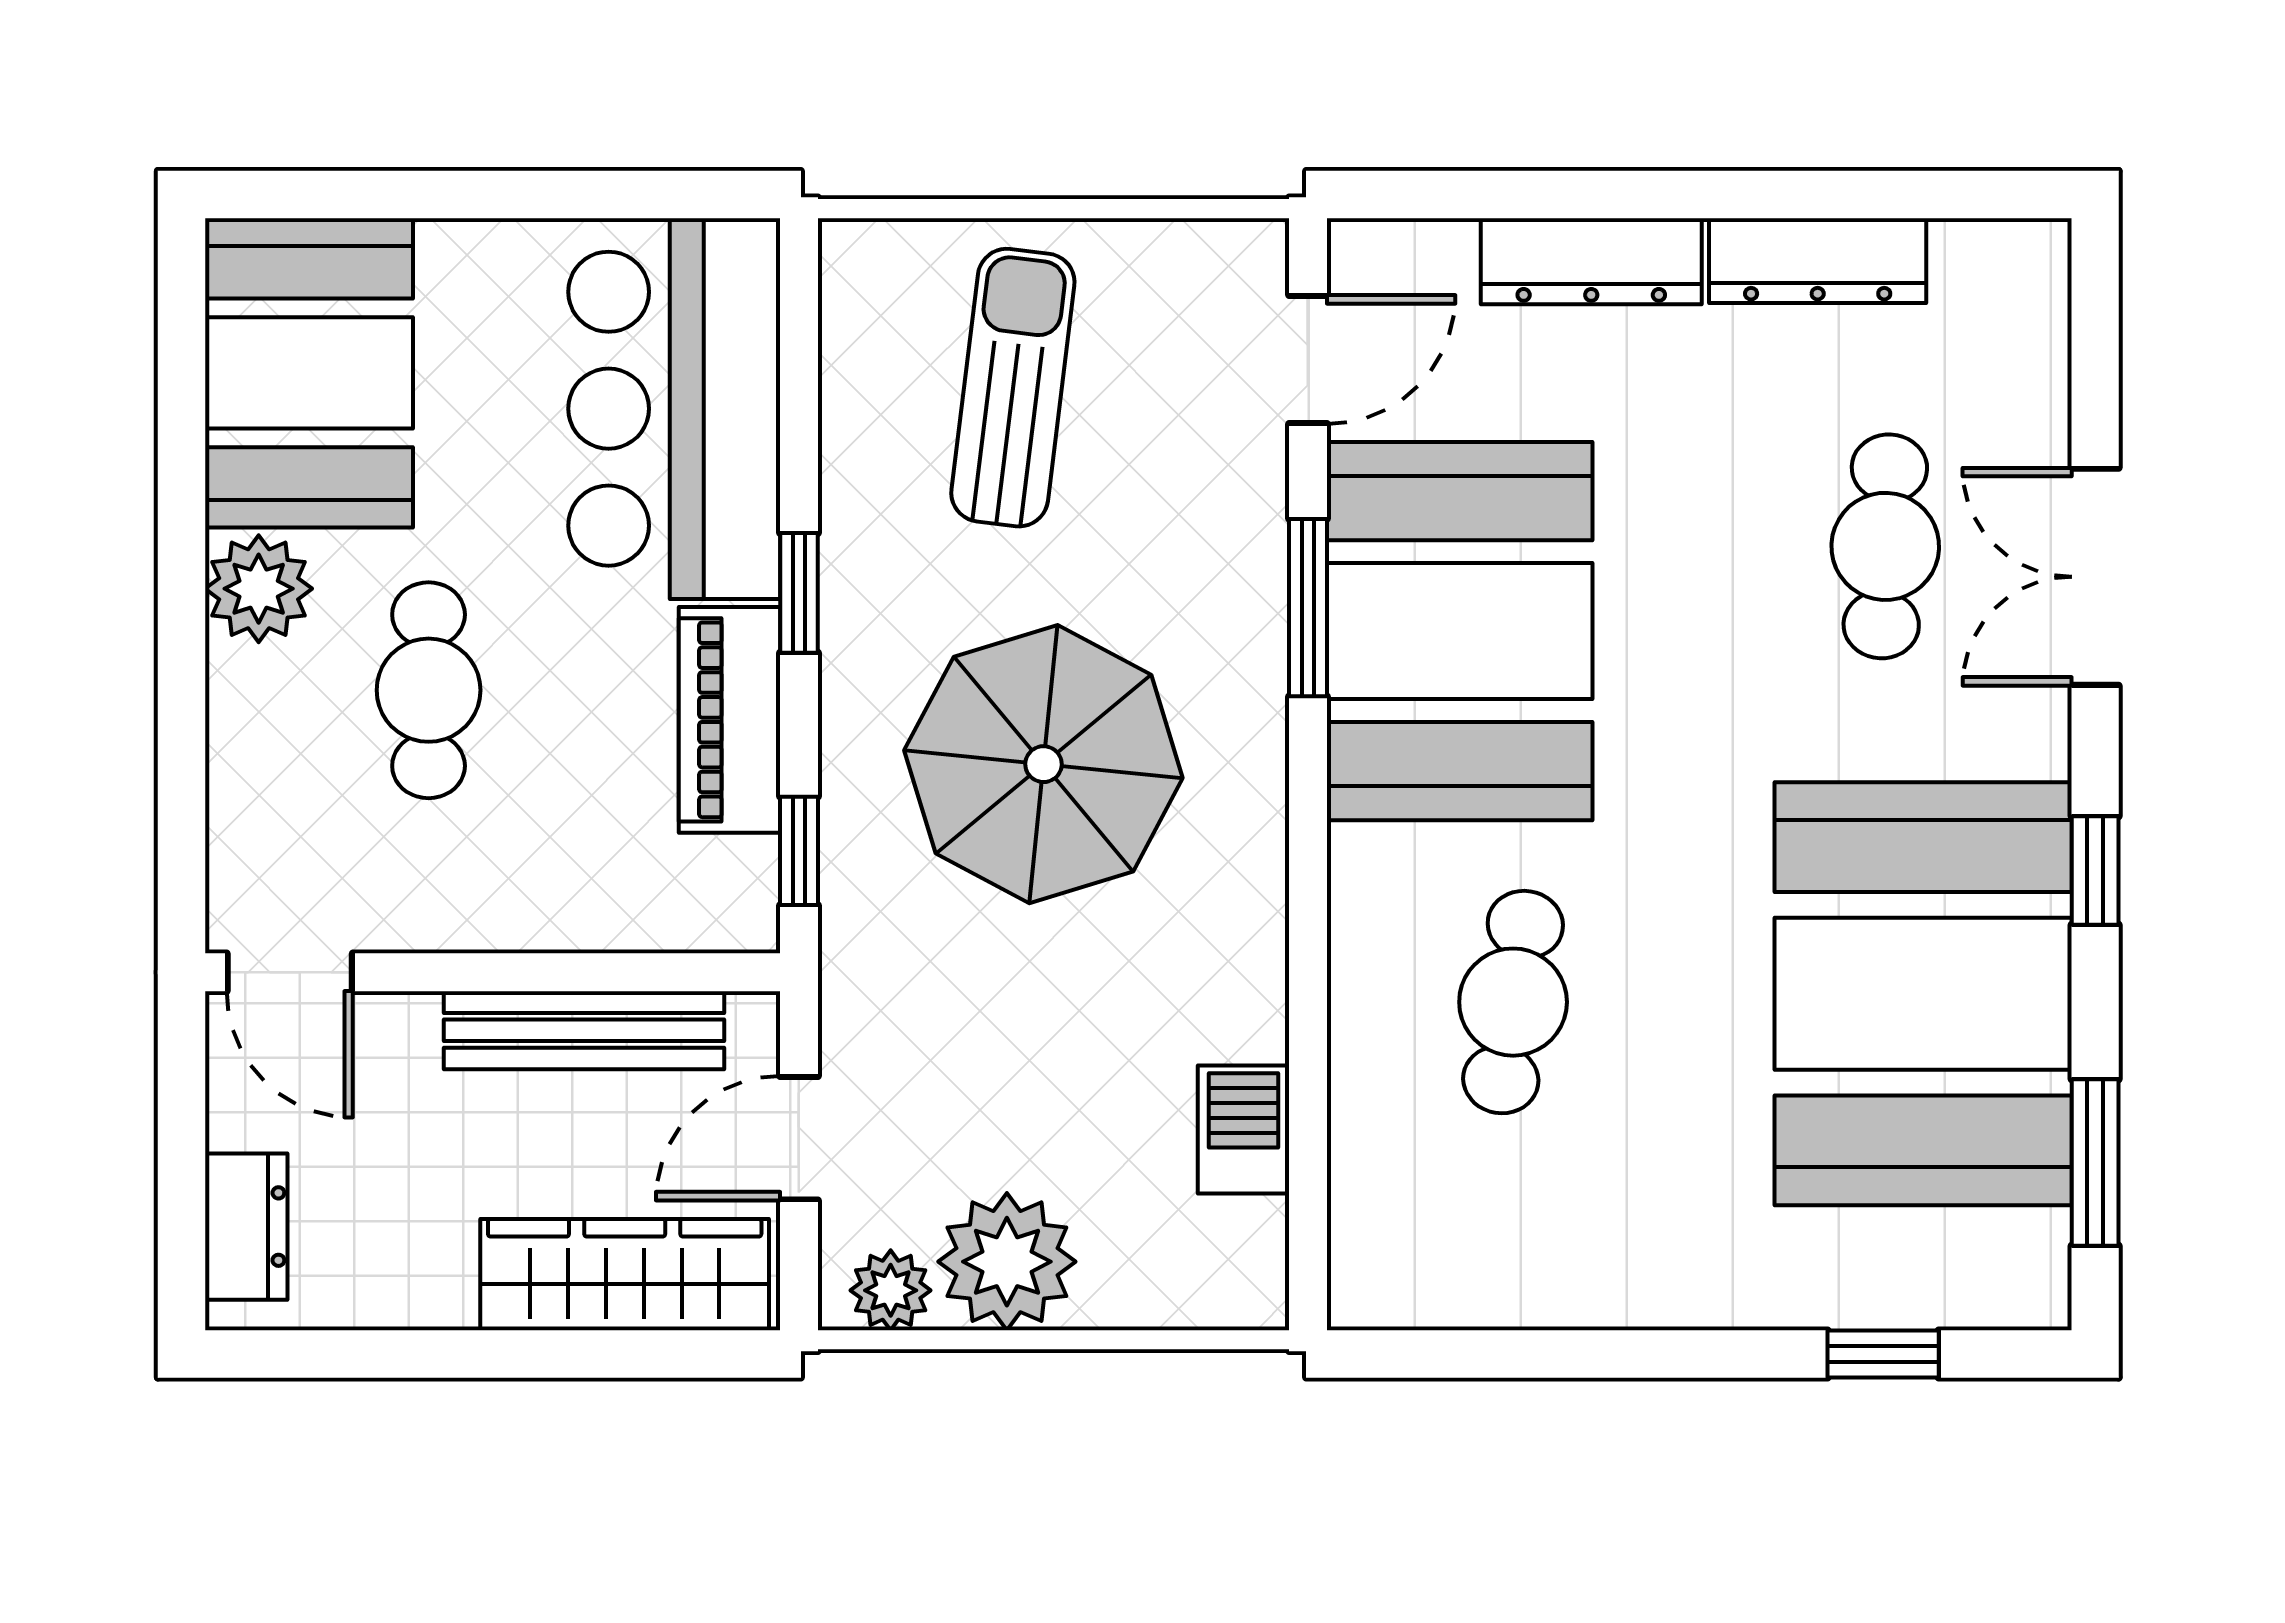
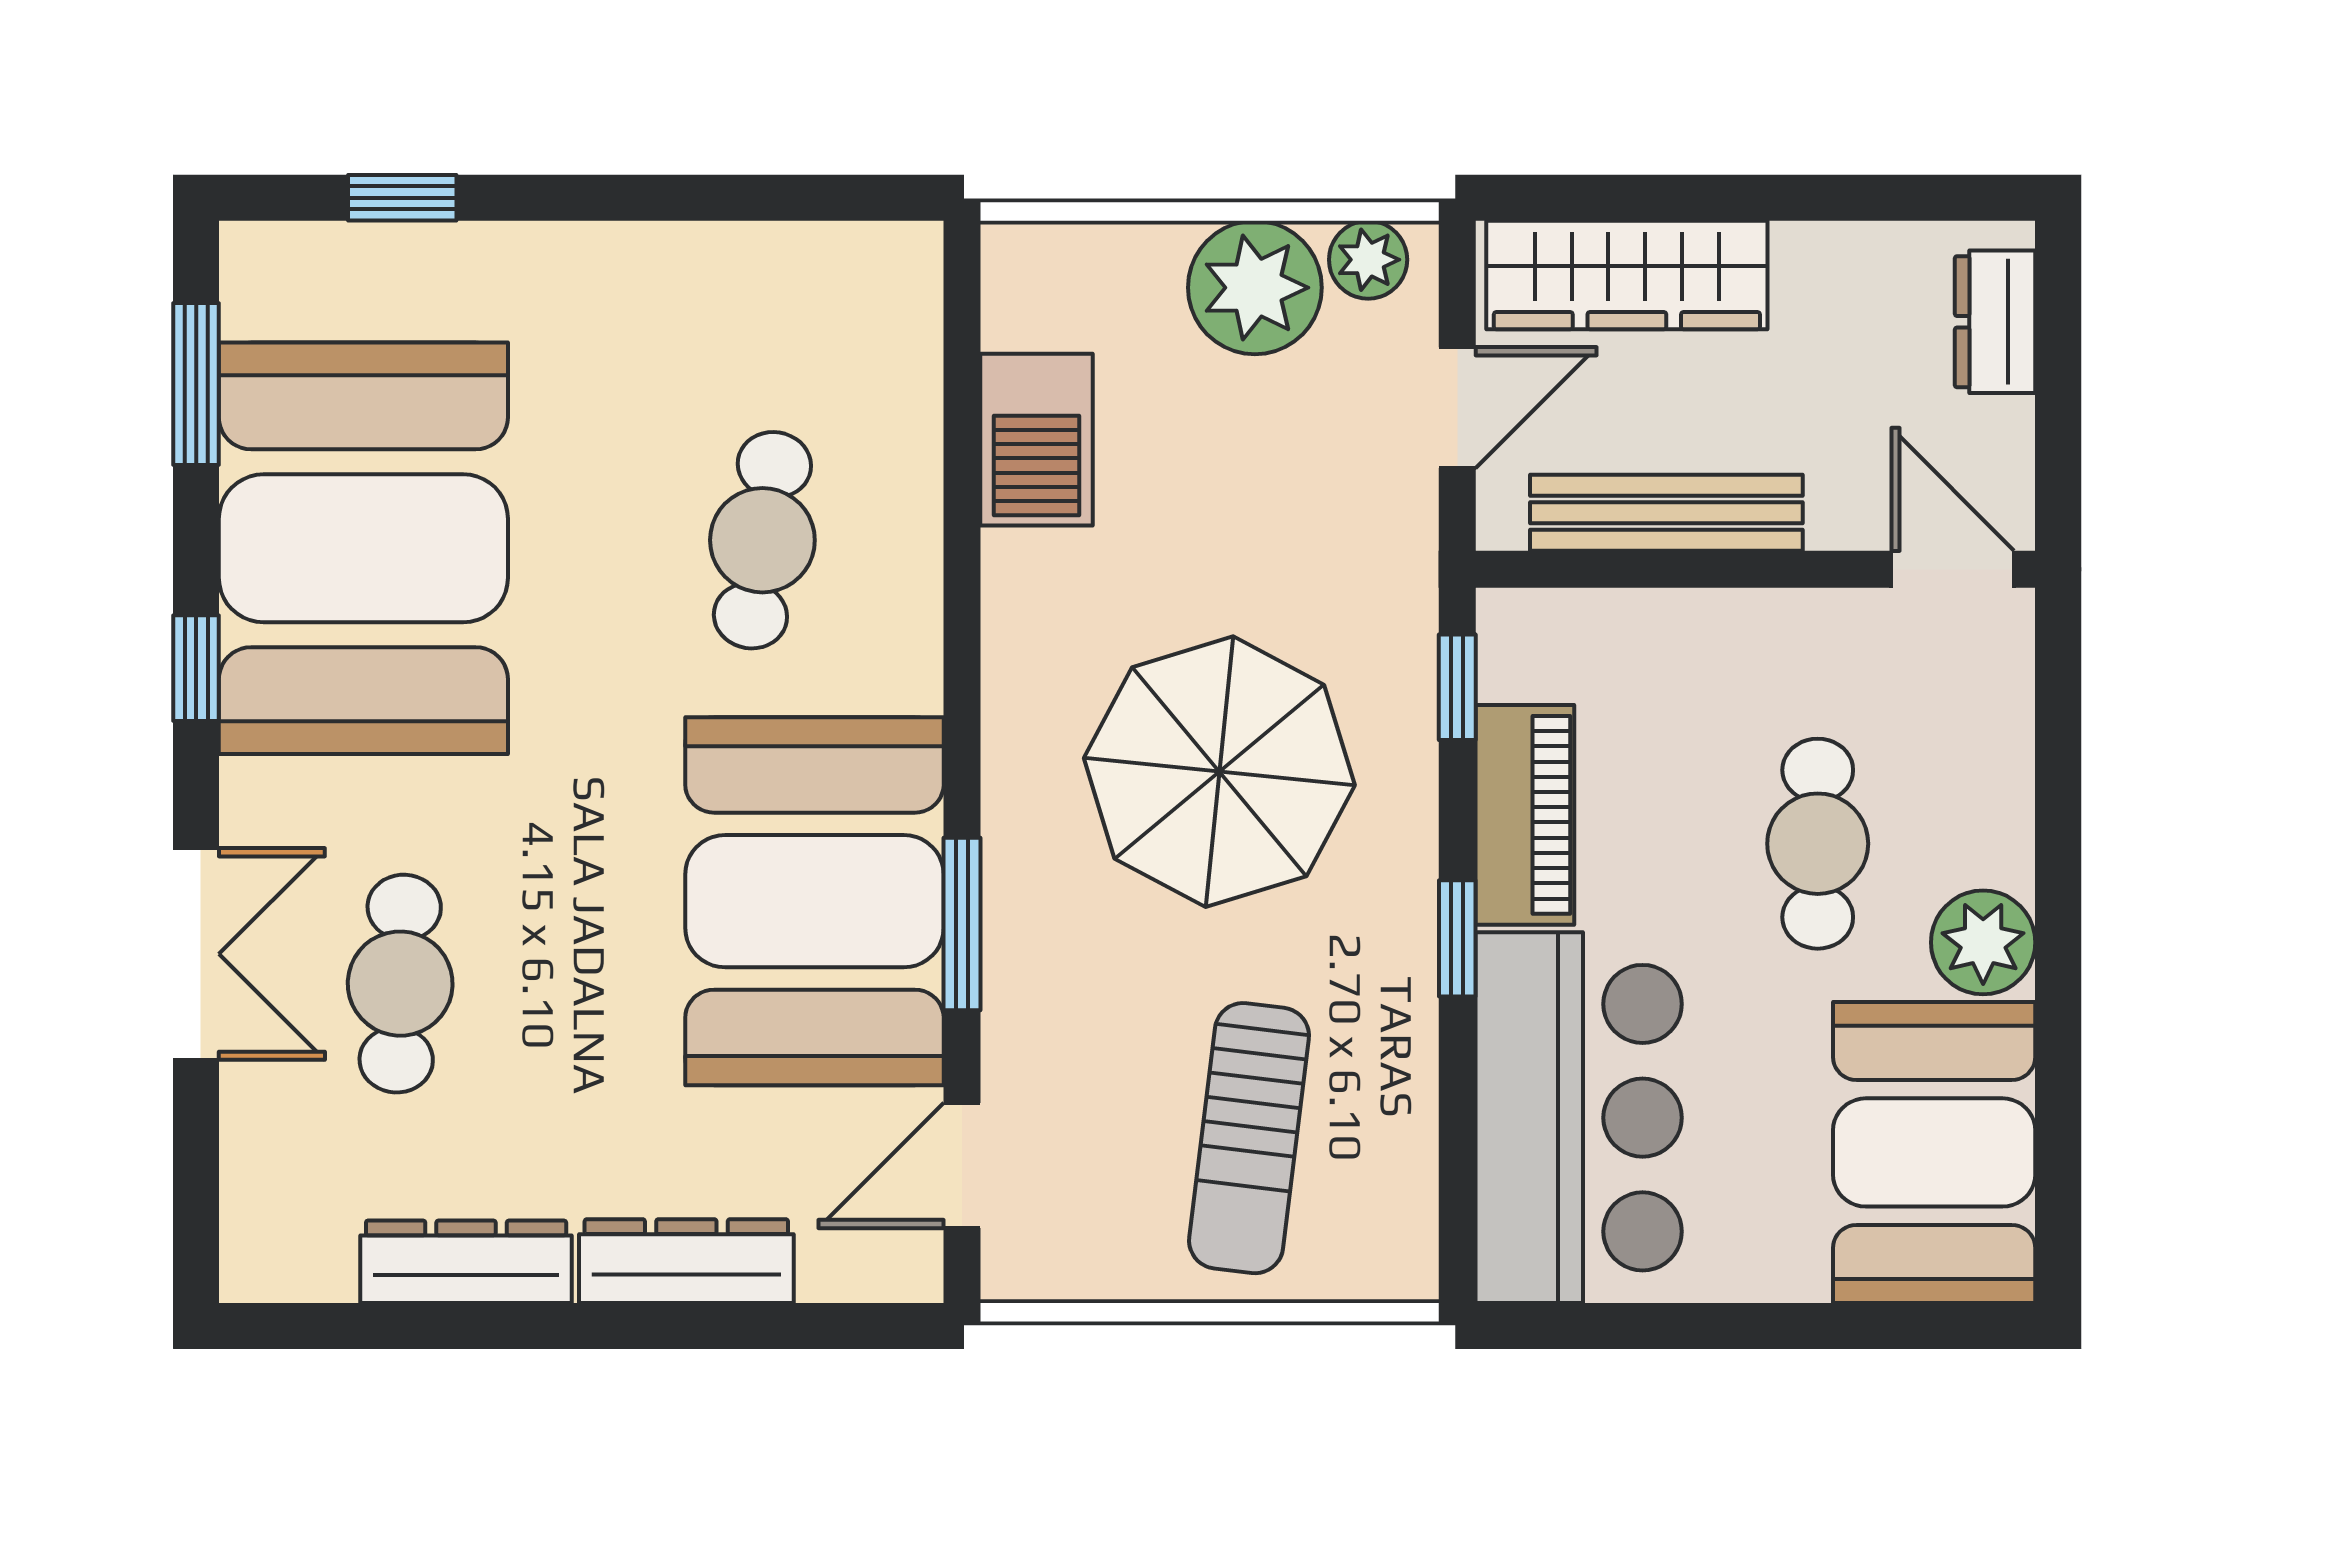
barbecue: (1244, 1130) -> (1036, 440), width x1.38, depth x1.27

